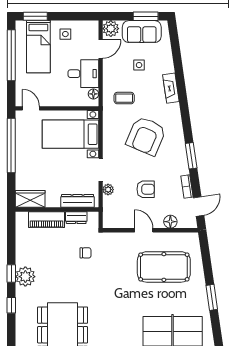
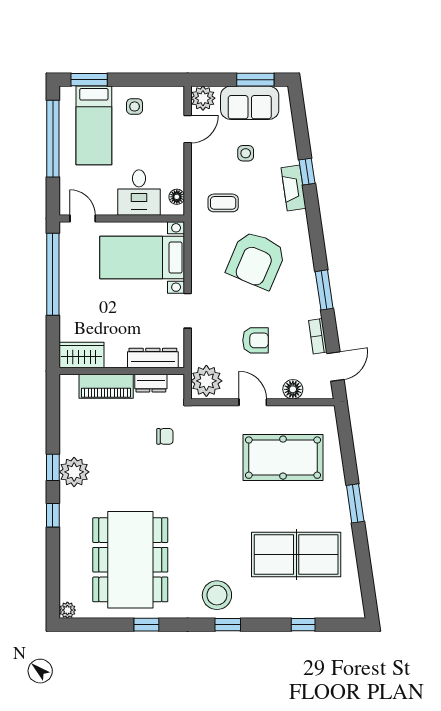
desk: (83, 74) -> (139, 193), moved, turned 90
window: (180, 77) -> (307, 172), added
plant: (108, 190) -> (206, 381), moved, width x1.88, depth x1.88

